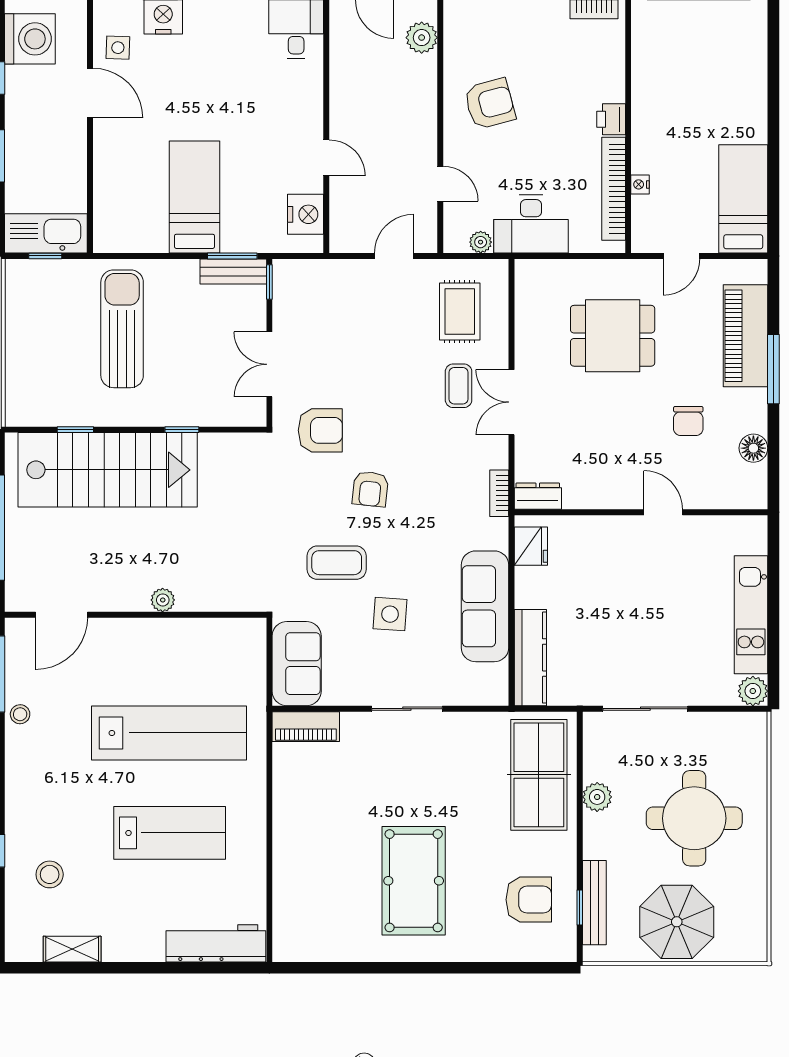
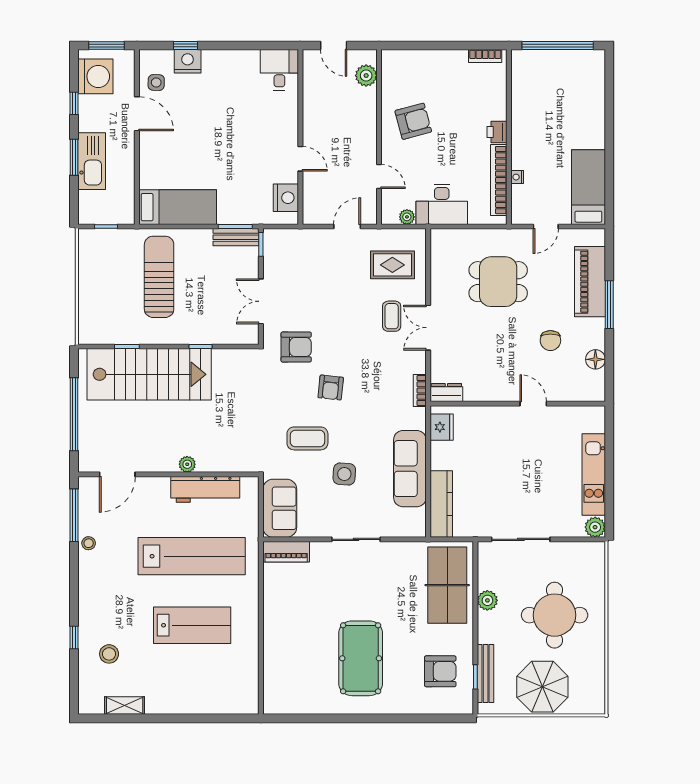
bed: (194, 197) -> (178, 207), moved, turned 90
kitchen sink: (46, 233) -> (92, 161), moved, turned 90
rug: (460, 312) -> (392, 265), turned 90
workbench: (216, 943) -> (205, 489), moved, turned 180

